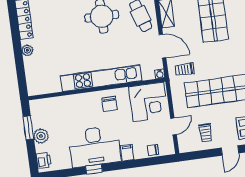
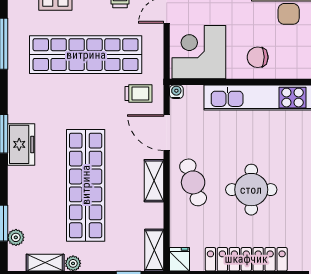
chair: (109, 104) -> (258, 57), turned -90

